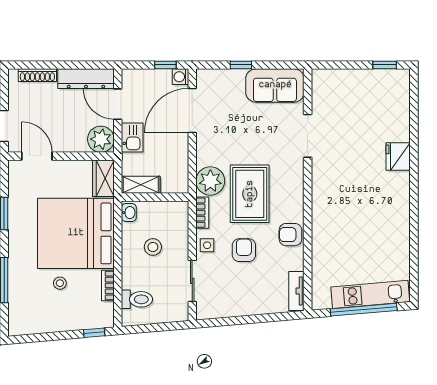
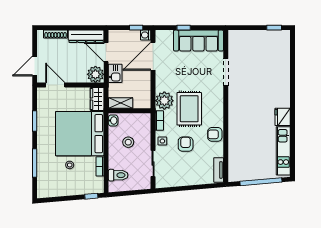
sofa: (275, 85) -> (198, 41), width x1.36
fridge: (398, 157) -> (283, 117), moved
kitchen unit: (370, 294) -> (283, 151), moved, turned -85

